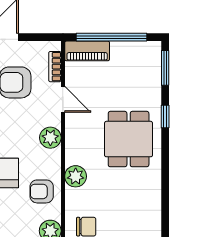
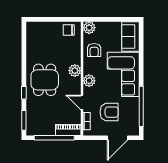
plant: (76, 176) -> (75, 71), moved
armchair: (42, 191) -> (94, 50), turned 90

